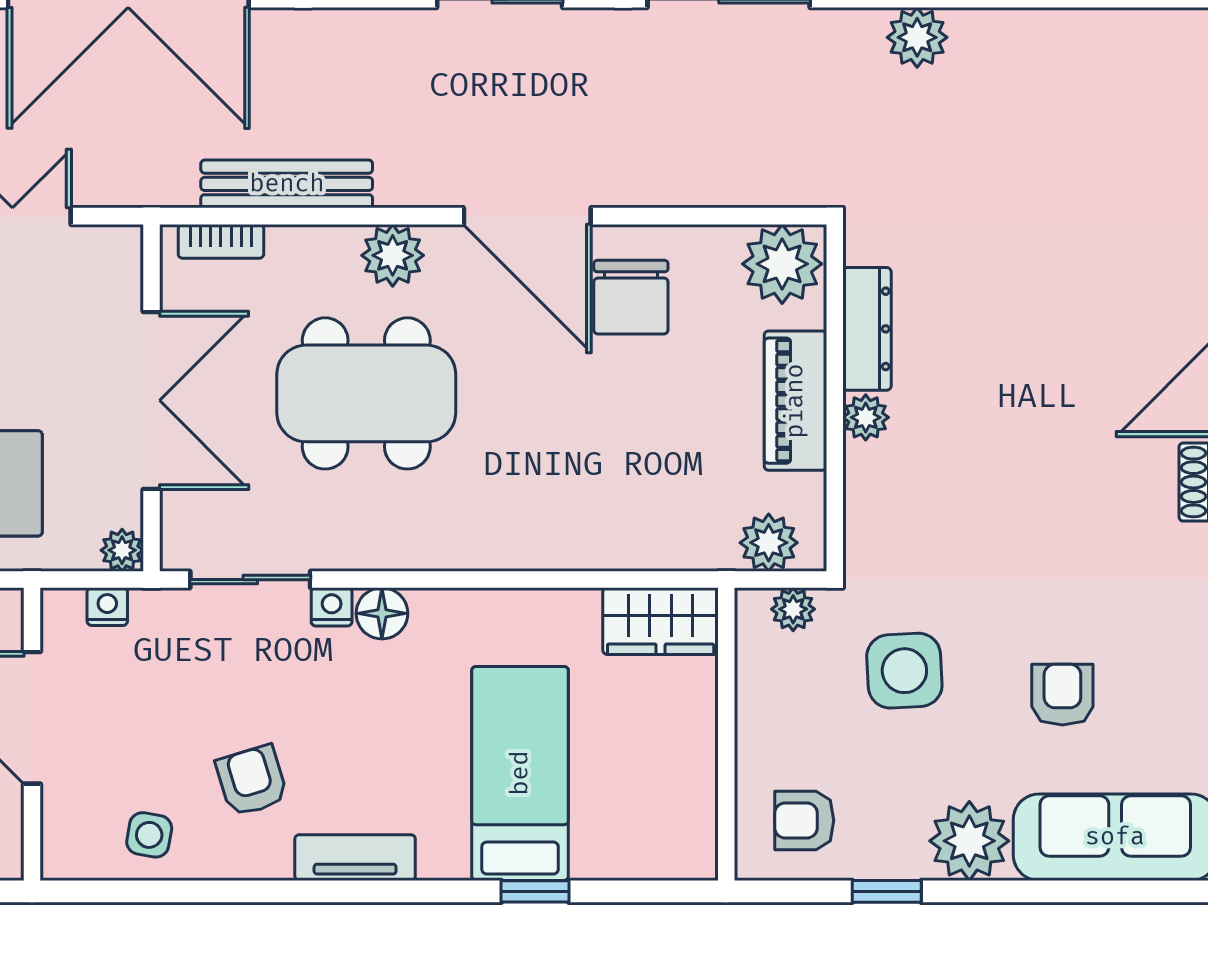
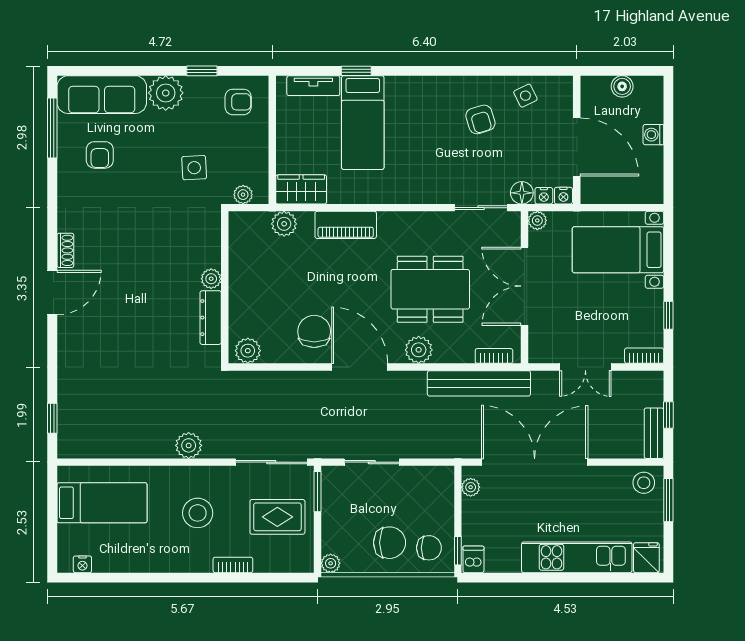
bench: (287, 184) -> (479, 383), width x1.37, depth x1.21
plant: (782, 264) -> (248, 351), width x0.73, depth x0.73
piano: (795, 401) -> (346, 225), moved, turned 90
plant: (769, 543) -> (284, 224), moved
nightstand: (332, 607) -> (563, 196), moved
floor lamp: (382, 613) -> (522, 193), moved
side table: (904, 671) -> (194, 168), width x0.73, depth x0.73
armchair: (1062, 695) -> (100, 155), moved
side table: (149, 835) -> (525, 96), turned -36
tv unit: (355, 858) -> (313, 86), moved

